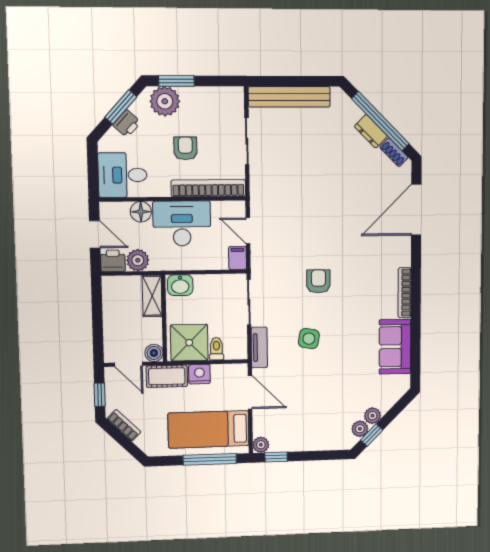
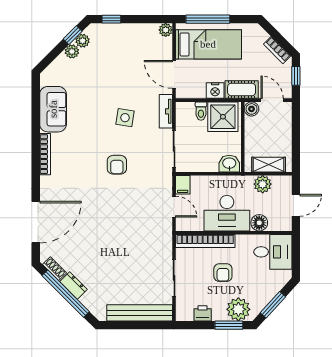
printer: (127, 124) -> (203, 313), moved, turned 48
door: (95, 234) -> (296, 205), swing flipped
printer: (113, 261) -> (282, 184), removed
shelving: (152, 296) -> (269, 165), moved, turned 90
window: (276, 457) -> (111, 19), moved

